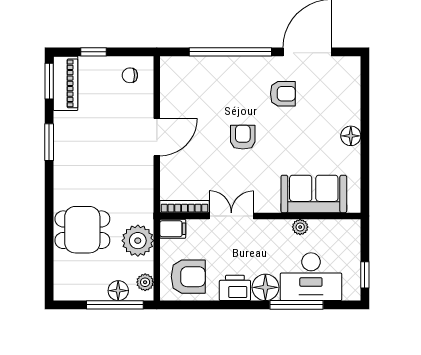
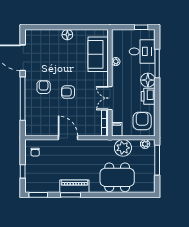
piano: (65, 83) -> (74, 186), moved
armchair: (283, 94) -> (44, 87), moved
dining table: (82, 230) -> (117, 177), width x1.37
desk: (311, 277) -> (142, 51), width x0.73
floor lamp: (118, 291) -> (150, 158), removed

